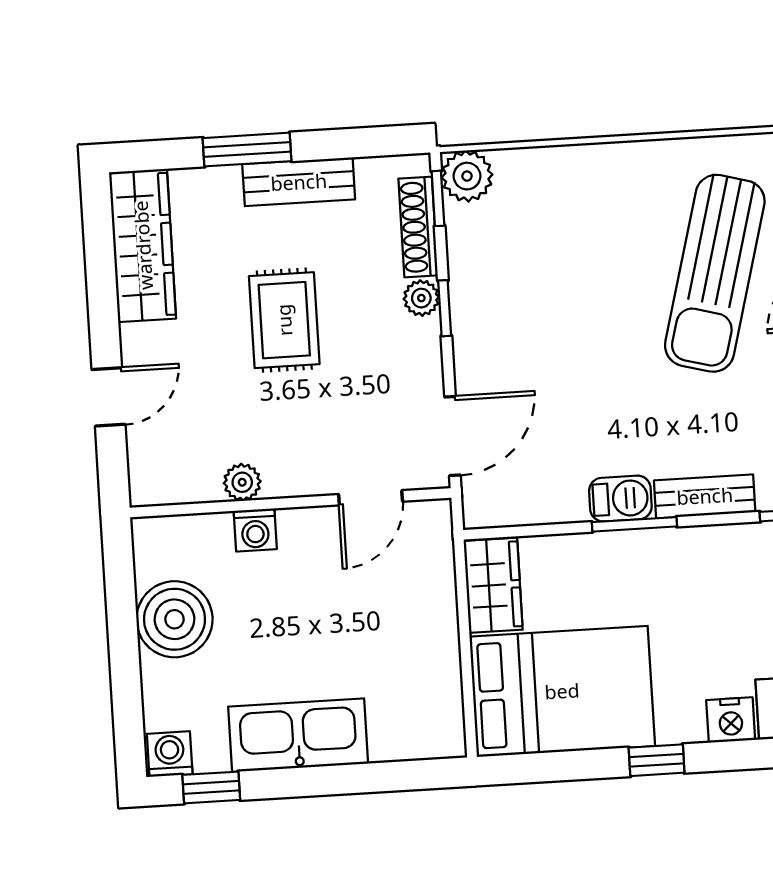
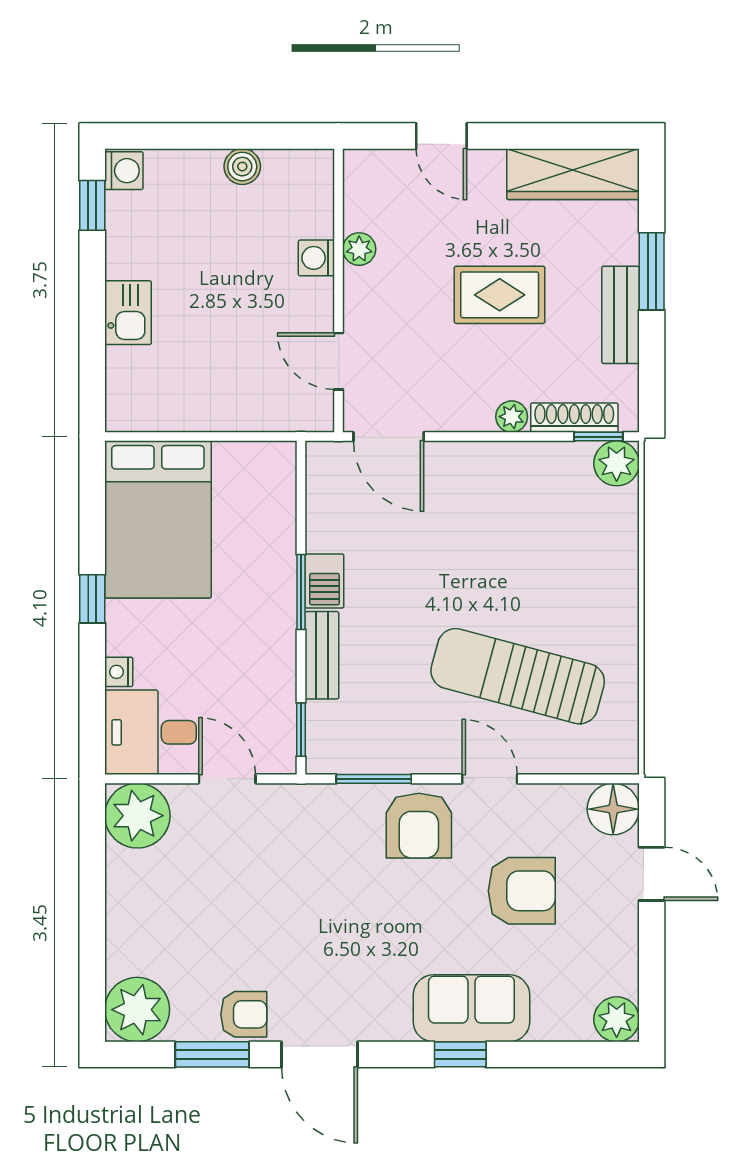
window: (445, 308) -> (501, 437), removed
wardrobe: (493, 585) -> (255, 464), removed
boiler: (174, 619) -> (242, 167), width x0.54, depth x0.54
nightstand: (731, 720) -> (119, 672), width x0.72, depth x0.74
kitchen sink: (298, 735) -> (128, 313), width x0.53, depth x0.81

